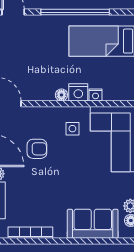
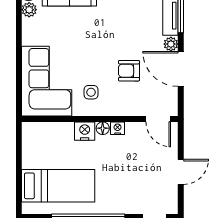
nightstand: (96, 95) -> (118, 128), moved

